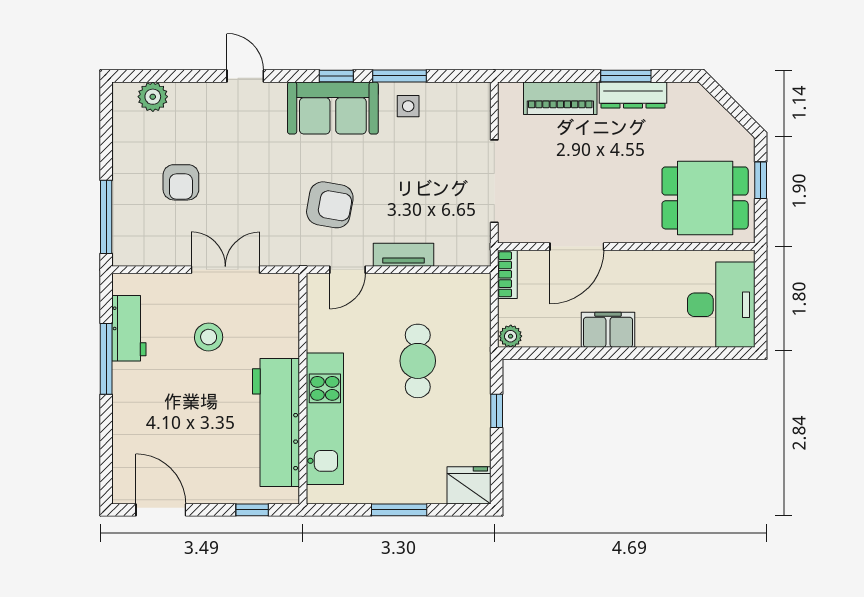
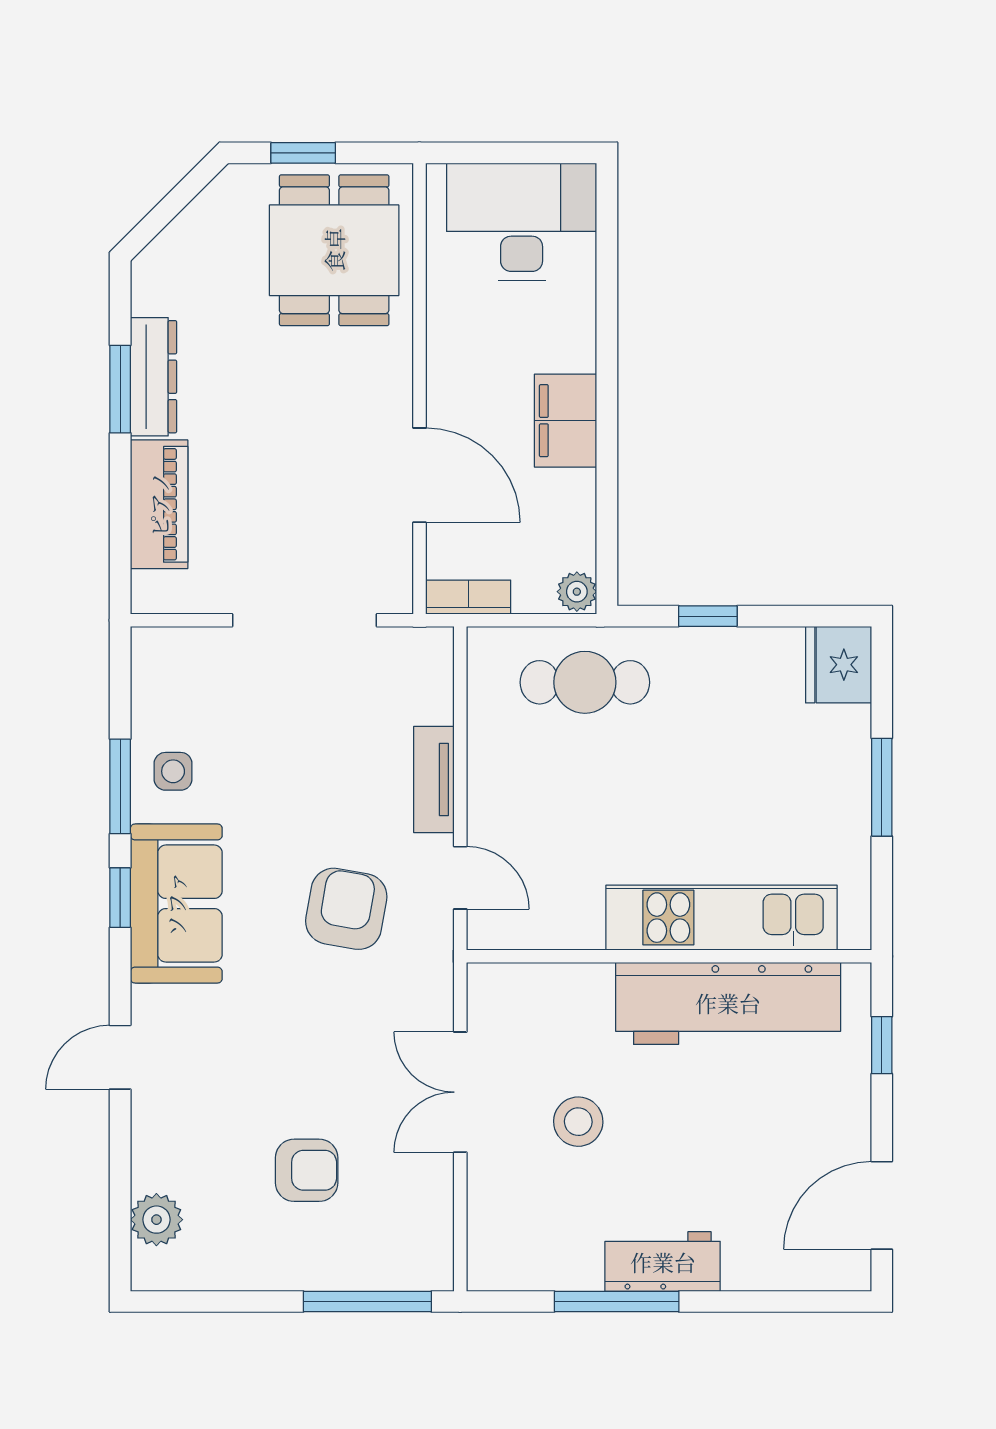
workbench: (129, 328) -> (663, 1262), moved
cafe table: (418, 361) -> (585, 682), moved

